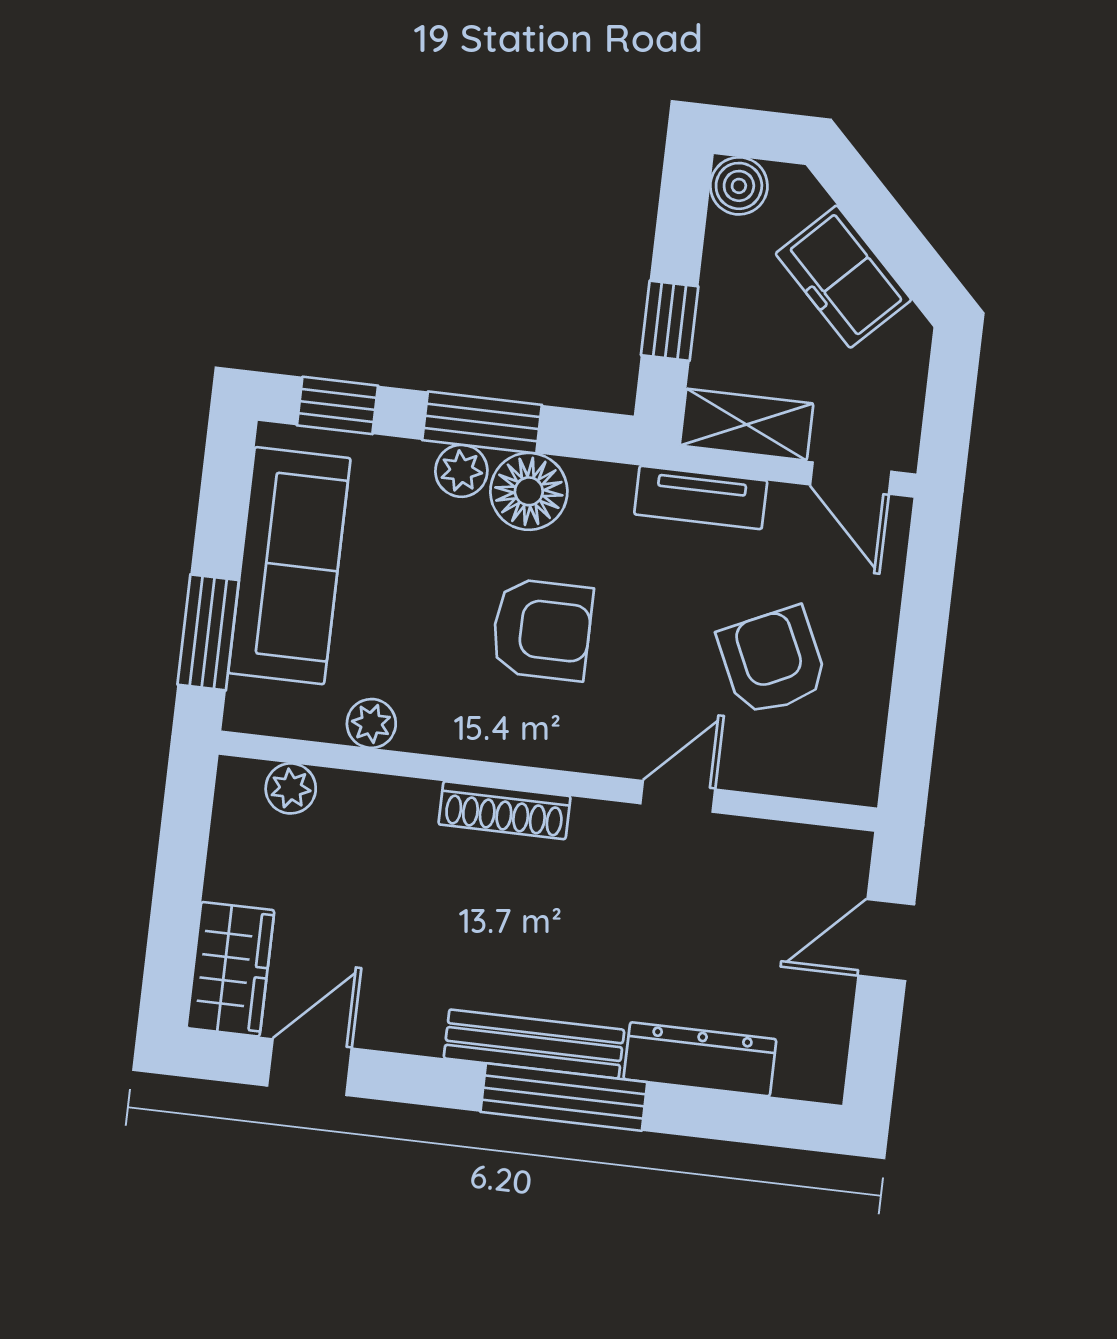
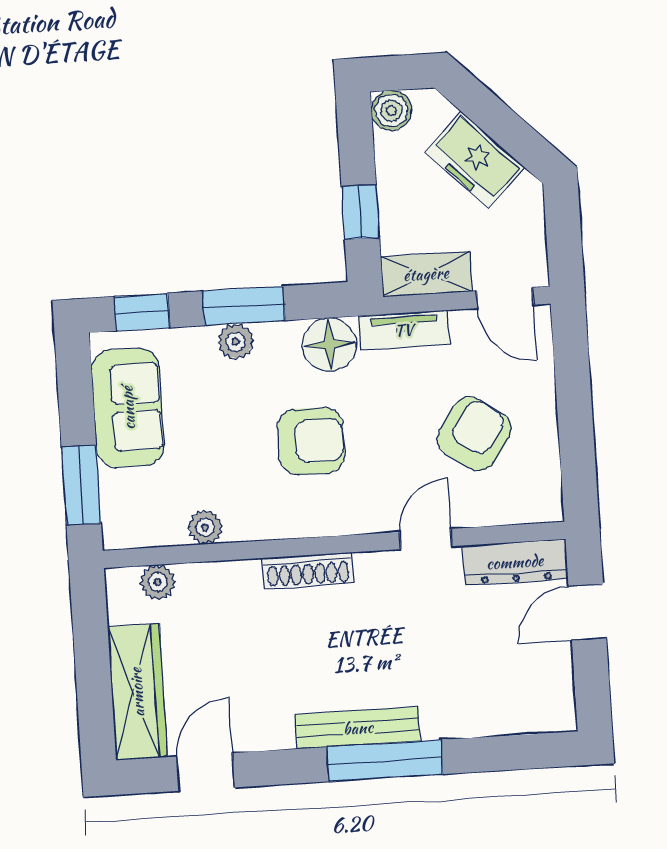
floor lamp: (529, 491) -> (329, 345), moved
sofa: (289, 566) -> (128, 408), width x0.73
armchair: (773, 661) -> (474, 434), turned 60
wardrobe: (230, 969) -> (137, 692), width x1.50
dresser: (700, 1059) -> (515, 562), moved, turned 180

